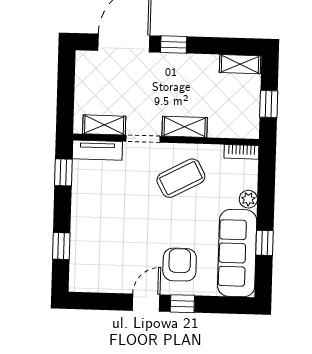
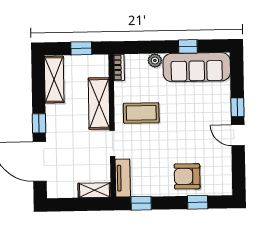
shelving: (240, 64) -> (54, 79), width x1.50, depth x1.33
shelving: (104, 125) -> (94, 190), moved, turned 90
shelving: (185, 127) -> (99, 103), width x1.50, depth x1.33
coffee table: (181, 178) -> (141, 113), turned -62
armchair: (180, 265) -> (187, 176), moved

